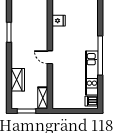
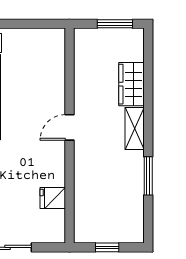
door: (50, 57) -> (70, 127), swing flipped
shelving: (43, 98) -> (135, 129), moved

